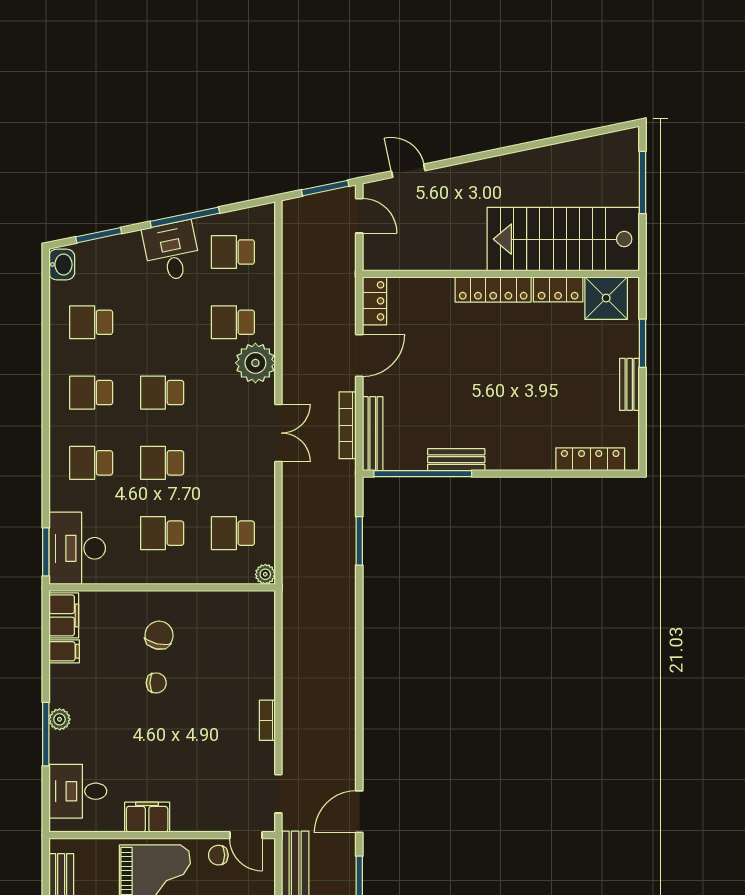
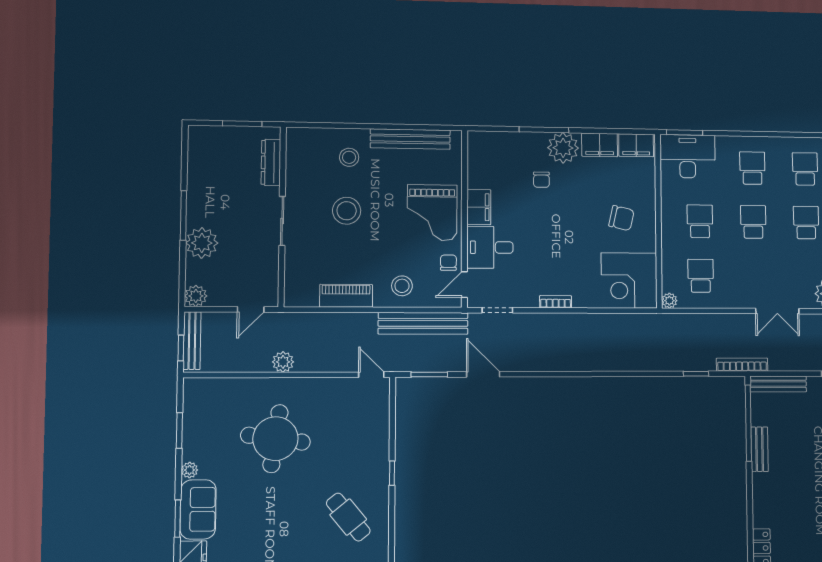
bookcase: (348, 425) -> (742, 365), moved
window: (359, 541) -> (696, 374), width x0.67
corner desk: (240, 626) -> (629, 281), added
filing cabinet: (64, 651) -> (600, 145), width x2.00
chair: (156, 683) -> (541, 180), moved
plant: (60, 719) -> (563, 148), width x1.87, depth x1.87
desk: (78, 791) -> (490, 247), moved, turned -90

